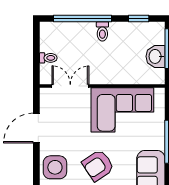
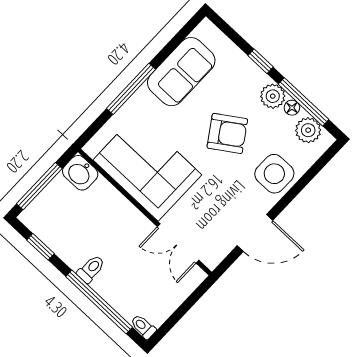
washbasin: (156, 56) -> (80, 173), moved, turned 90
toilet: (48, 58) -> (143, 327), moved

